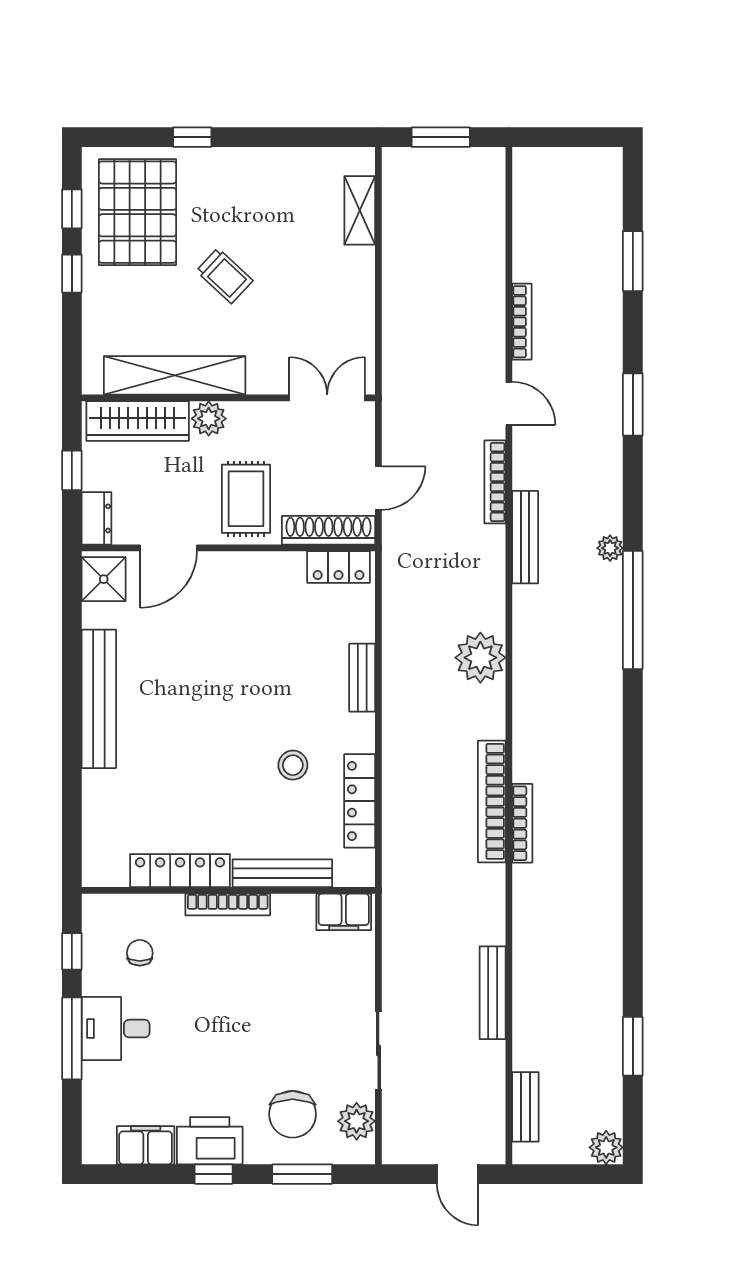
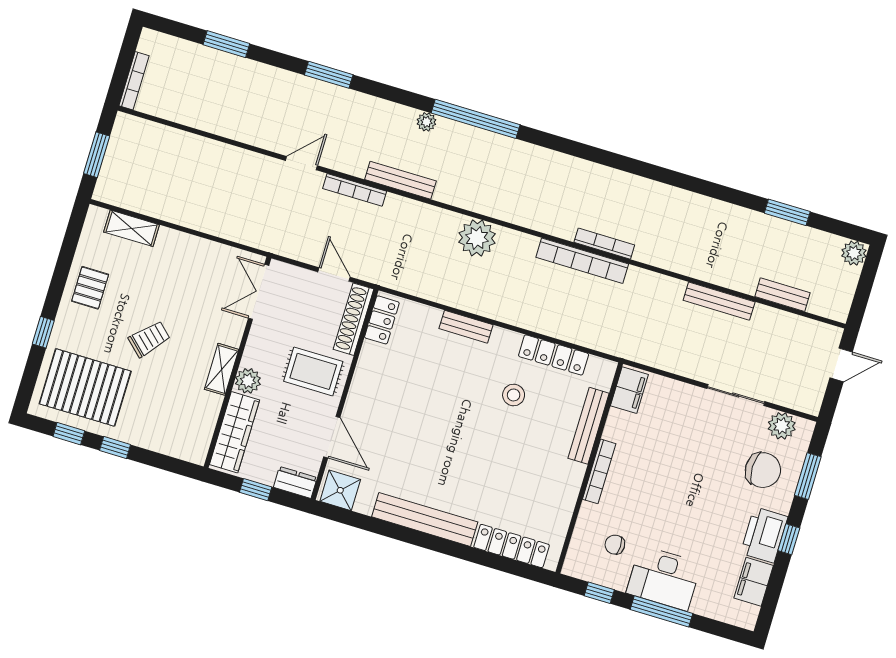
pallet: (267, 180) -> (90, 288), added
bookcase: (522, 322) -> (134, 81), moved, turned 90
shelving: (175, 375) -> (222, 369), width x0.45, depth x0.75
locker: (180, 871) -> (512, 546), moved, turned 90
desk: (116, 1029) -> (664, 578), width x1.37
bench: (525, 1107) -> (782, 295), moved

